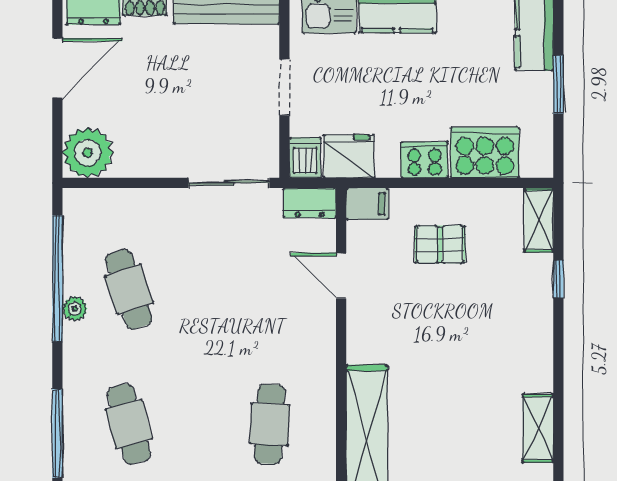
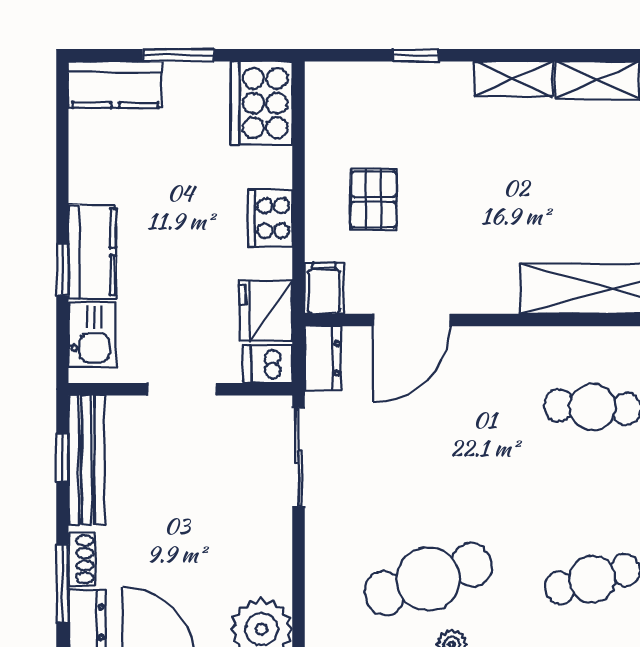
cooker: (485, 153) -> (262, 103), moved
shelving: (539, 220) -> (514, 79), moved
door: (341, 276) -> (412, 320), width x1.38
cafe table: (129, 289) -> (428, 579), width x1.37, depth x1.35

